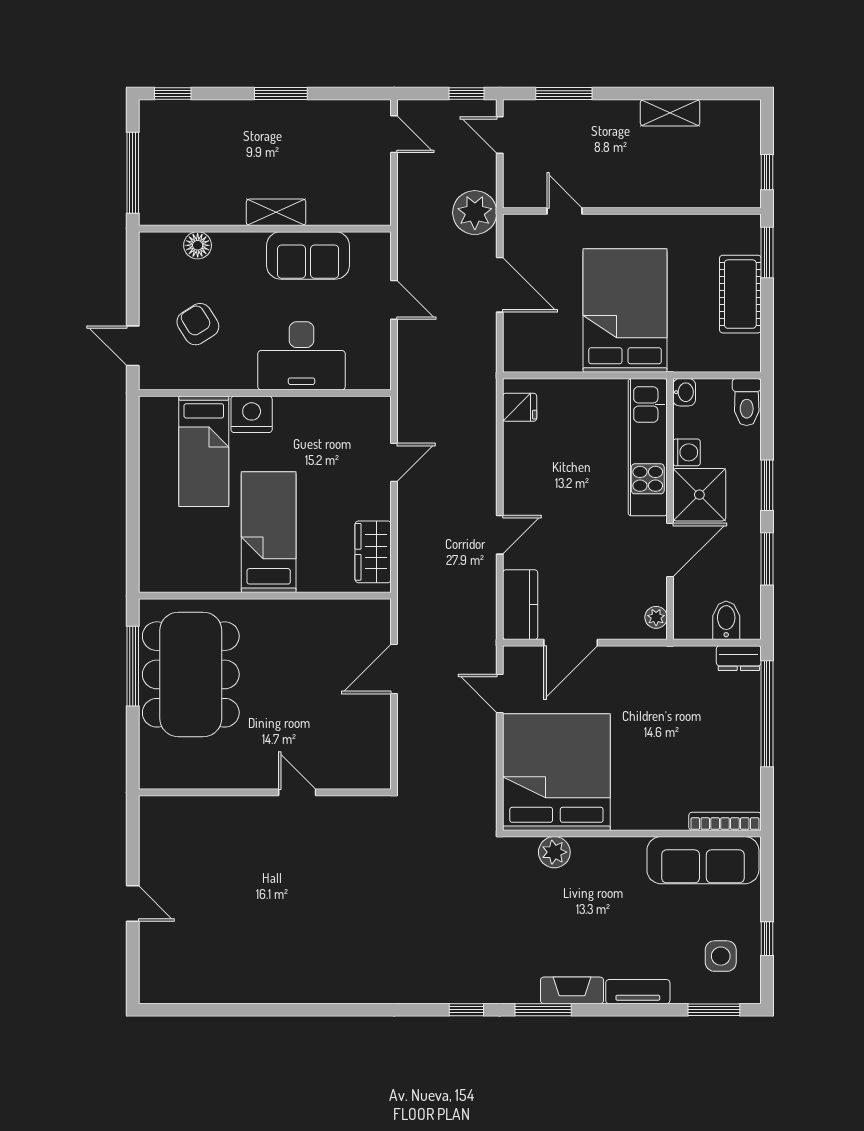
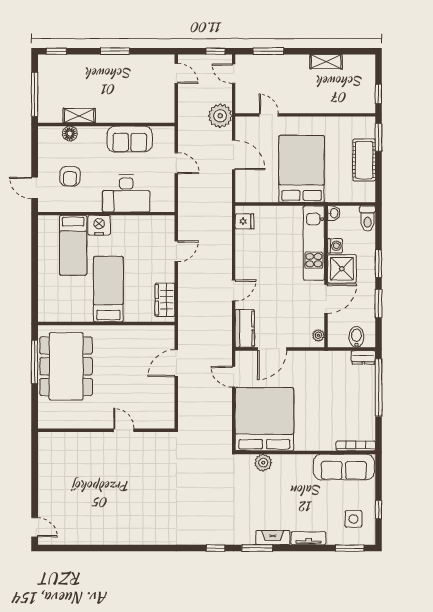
shelving: (276, 212) -> (79, 116), moved
armchair: (198, 324) -> (70, 176), turned -148
door: (133, 904) -> (35, 527), moved

